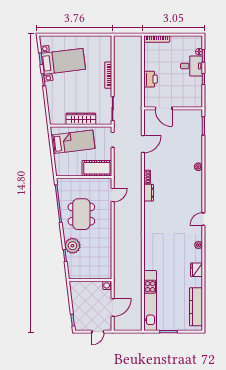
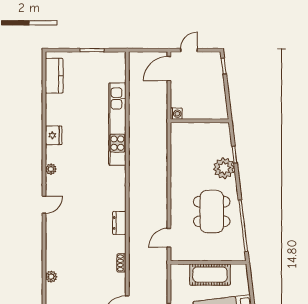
cot: (97, 168) -> (210, 275), moved
dresser: (149, 193) -> (119, 223), moved
kitchen unit: (150, 301) -> (117, 124), moved
door: (113, 307) -> (169, 69), moved
kitchen counter: (196, 307) -> (54, 76), width x0.67

